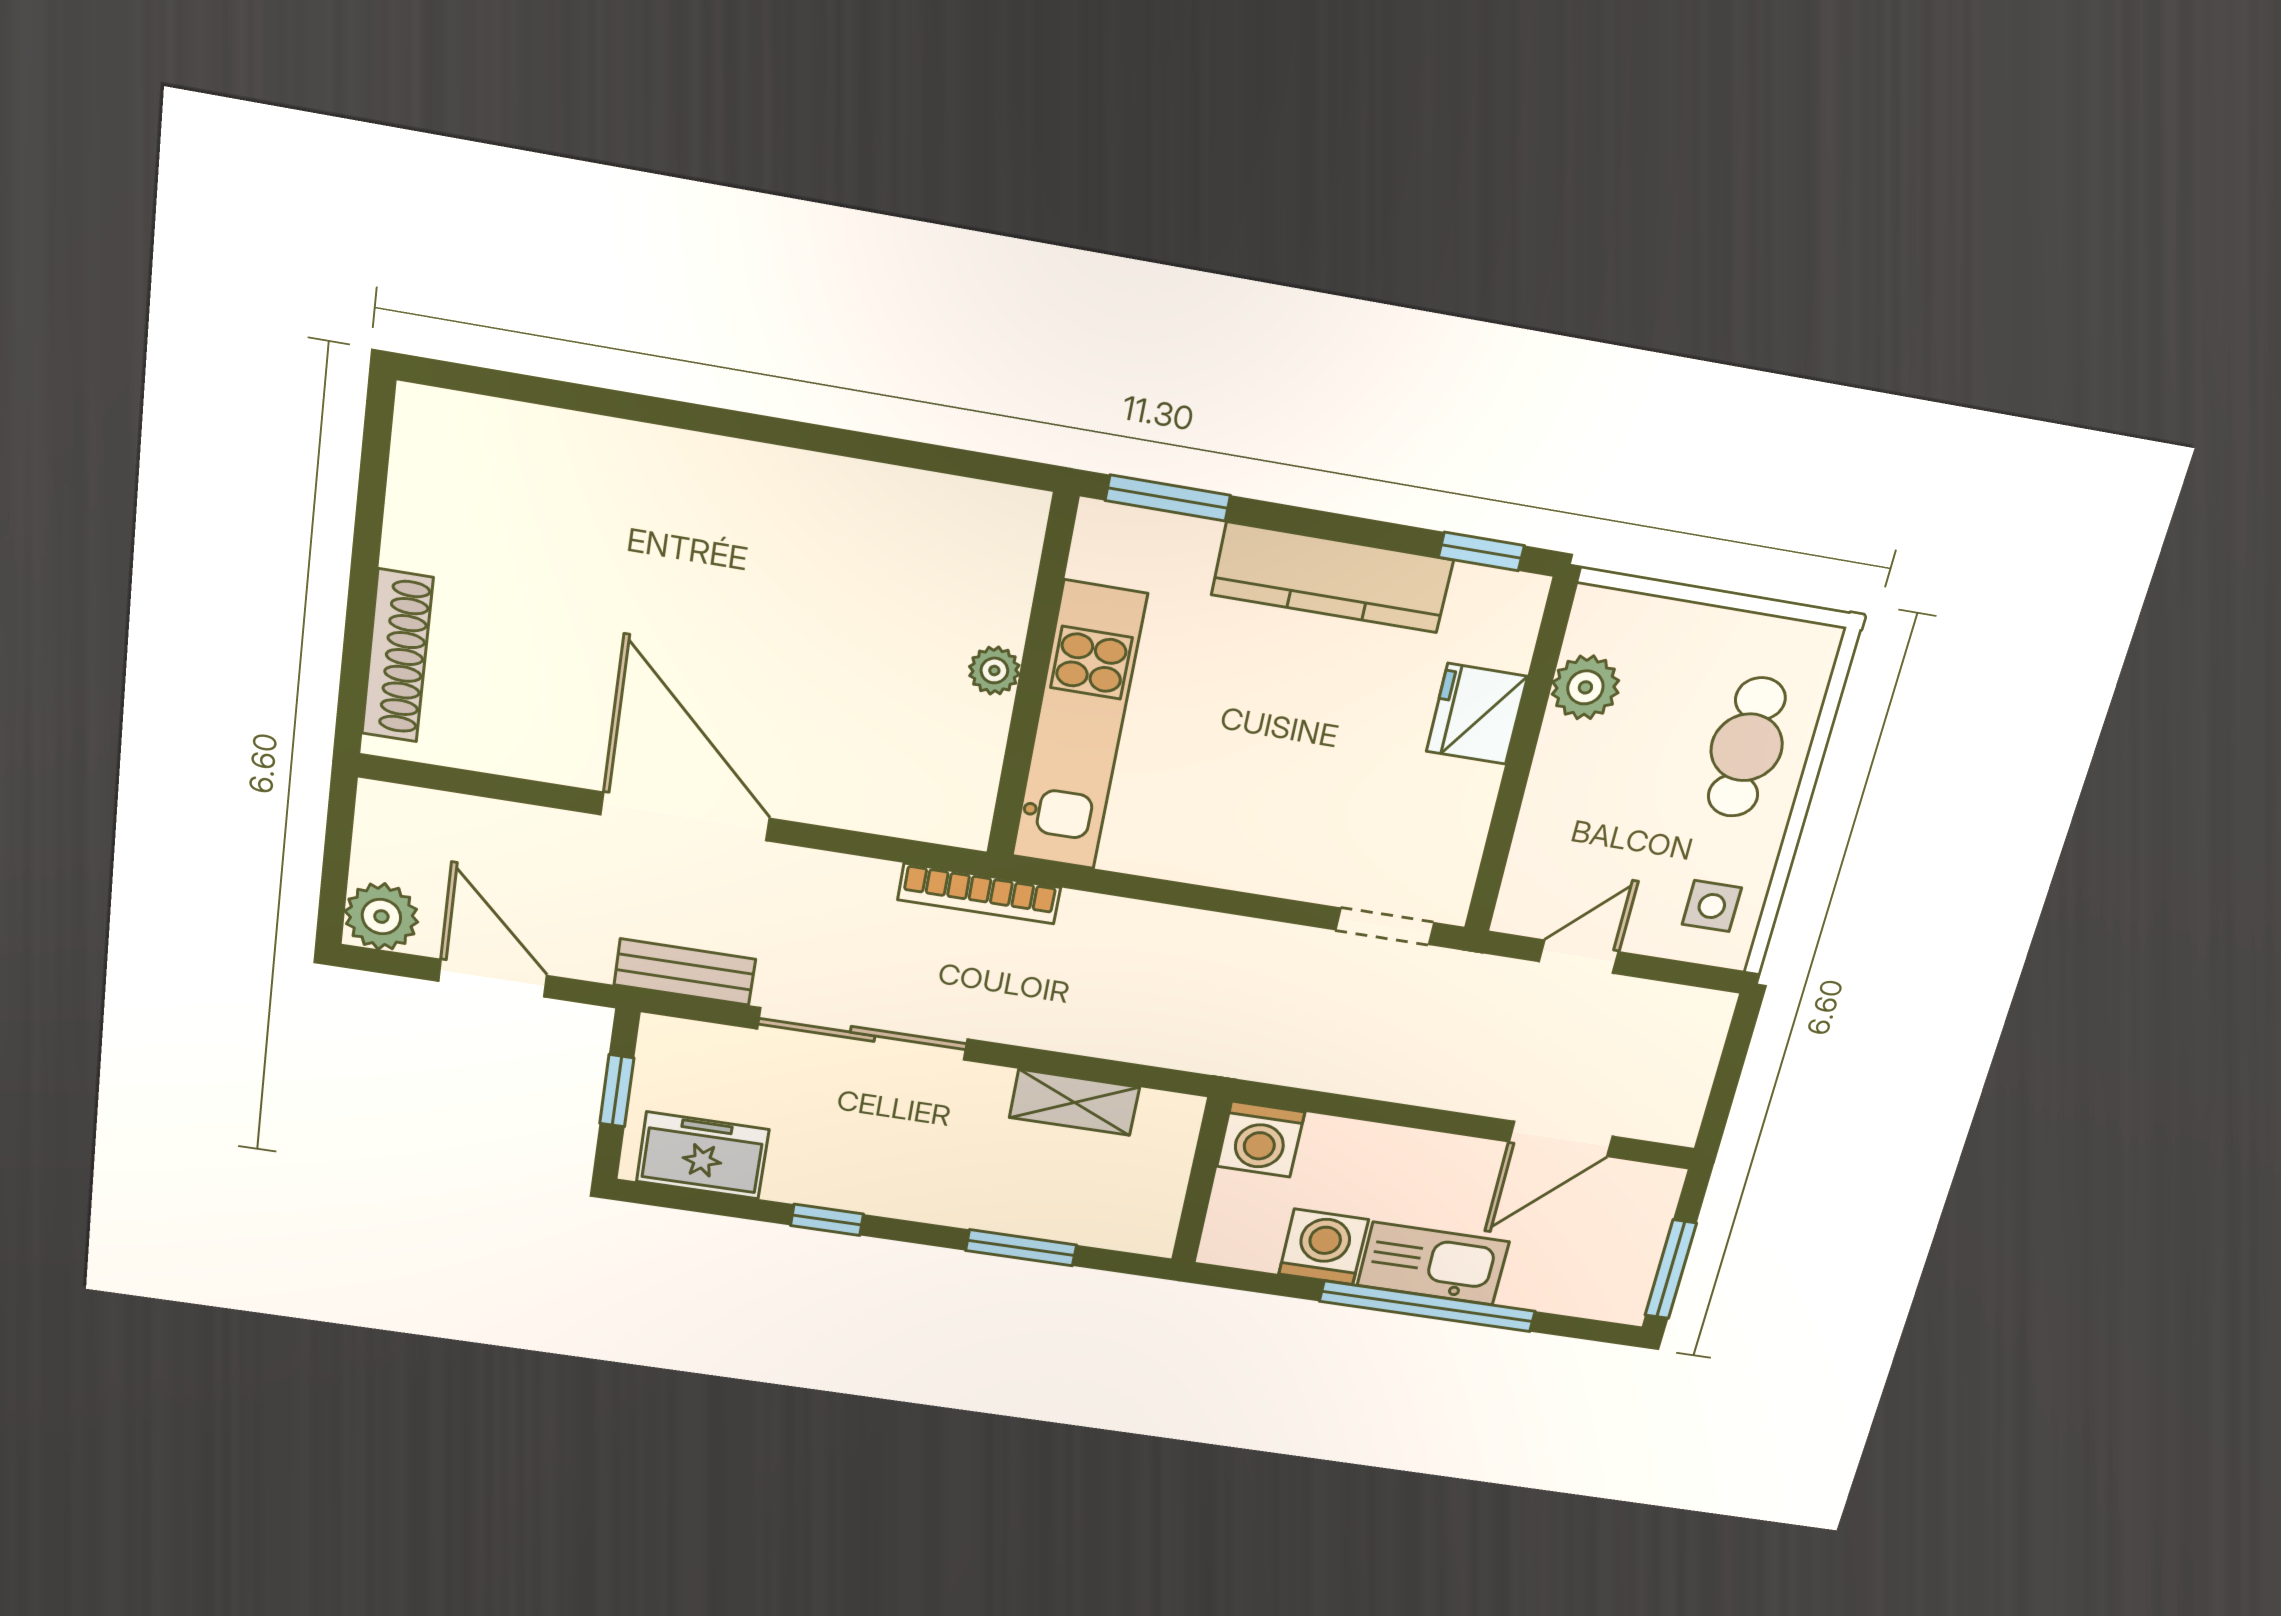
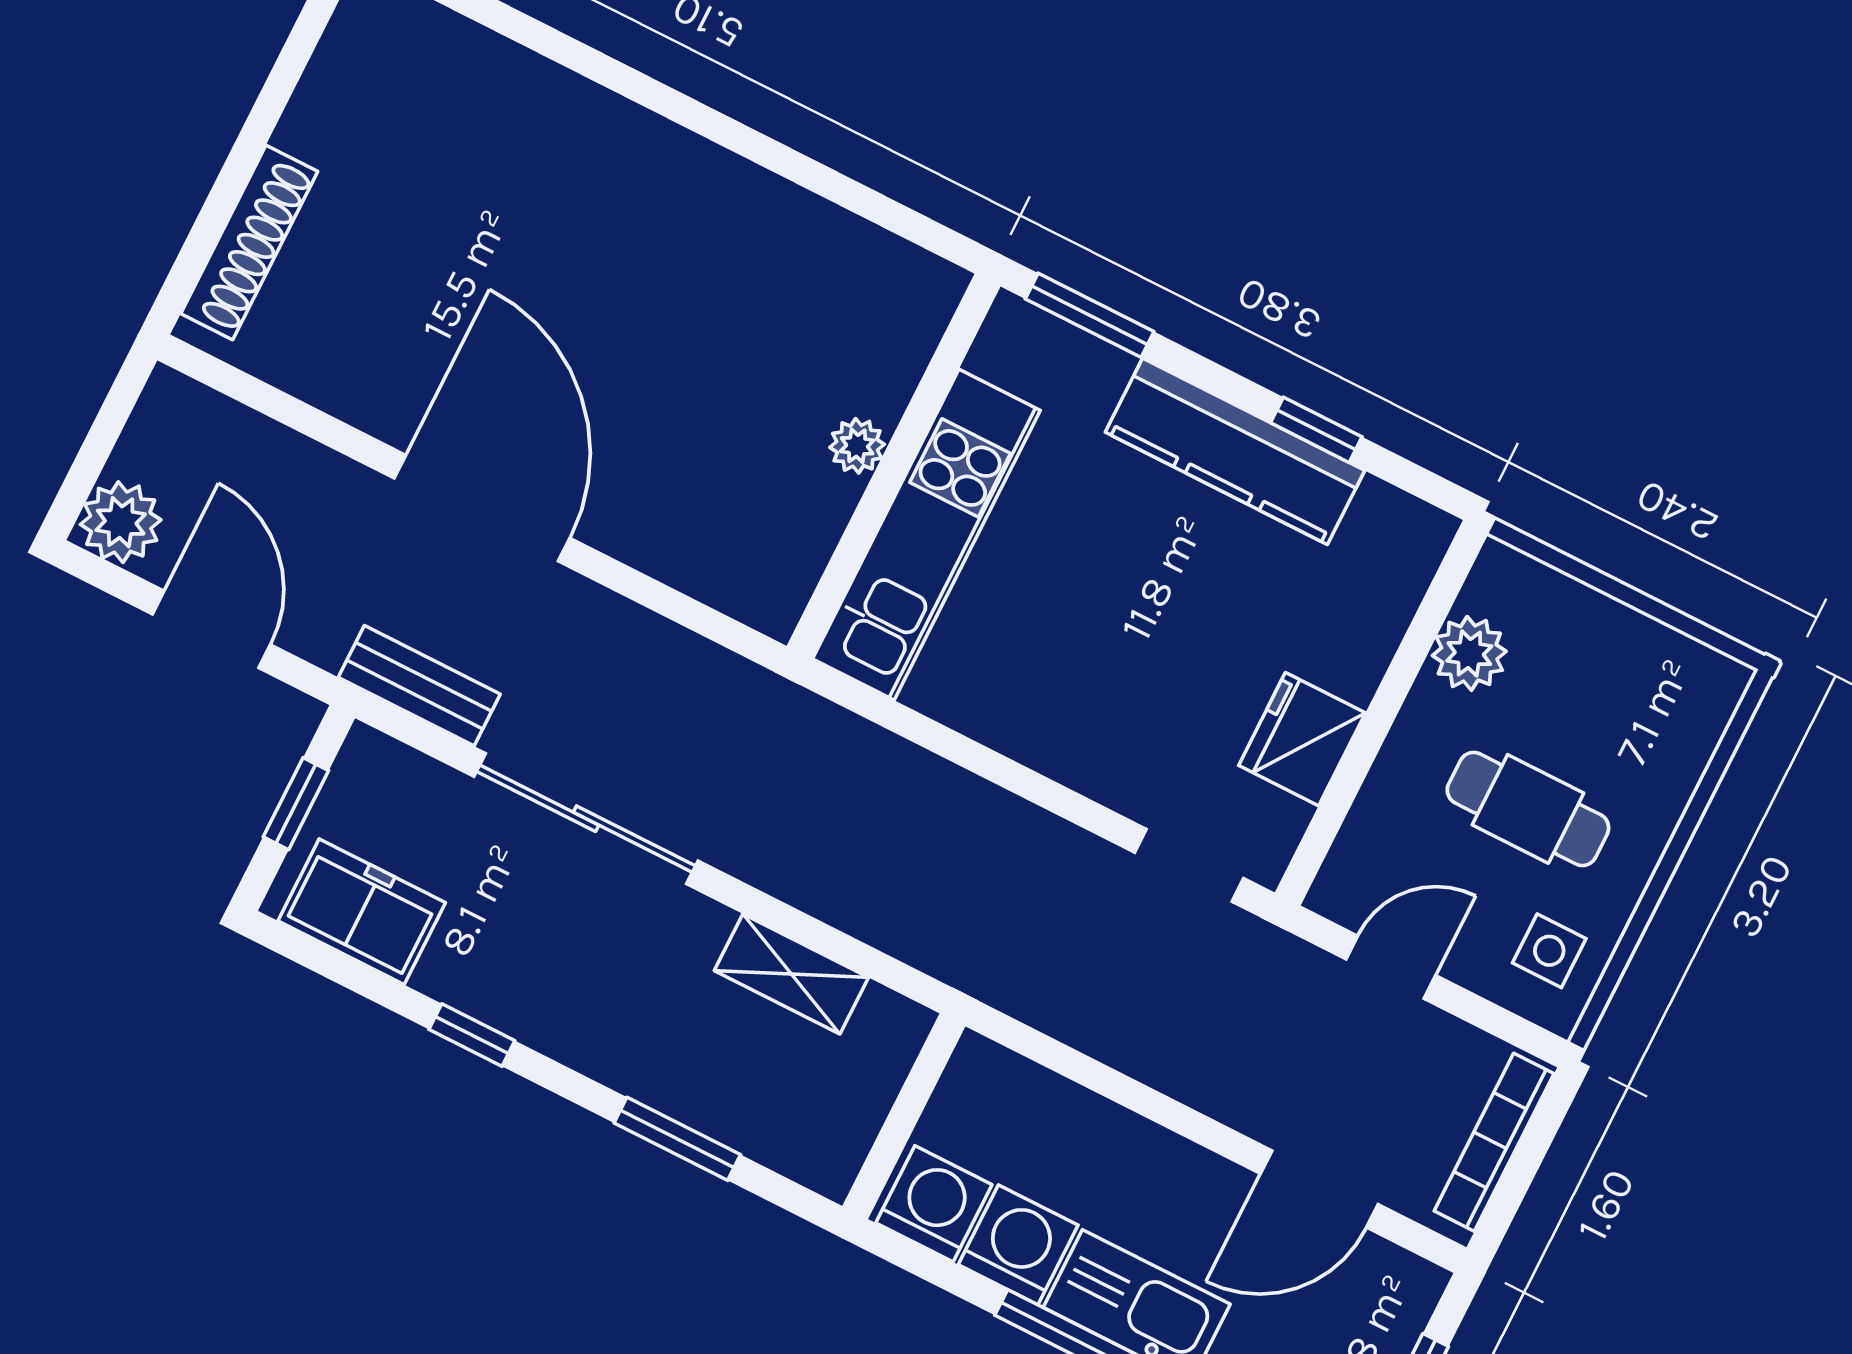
window: (1481, 551) -> (1316, 430), moved
fridge: (1477, 714) -> (1302, 739), moved
cafe table: (1747, 747) -> (1528, 809), moved, turned 90
bookcase: (979, 894) -> (1494, 1142), moved, turned 90
washing machine: (1261, 1139) -> (934, 1204), moved, turned 180

